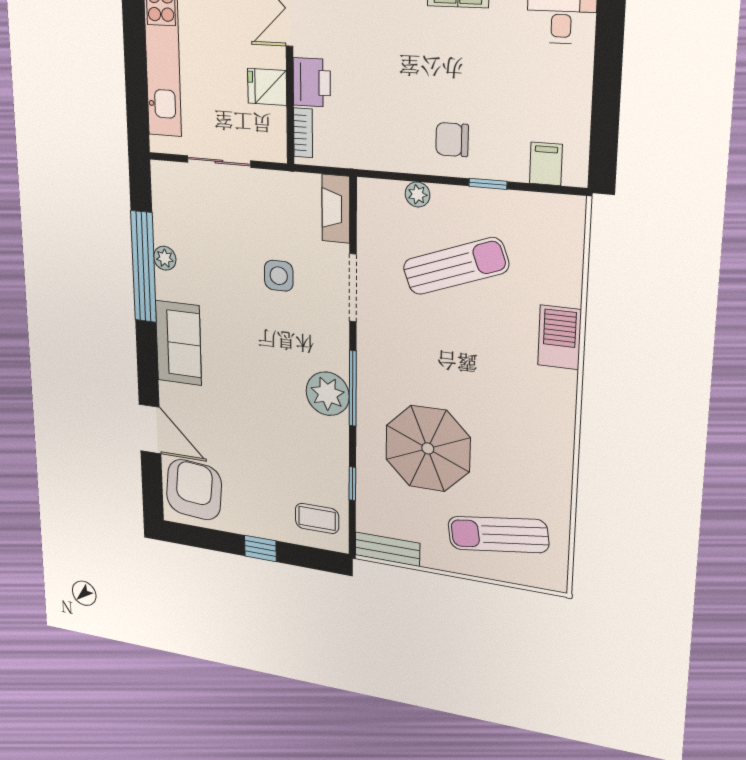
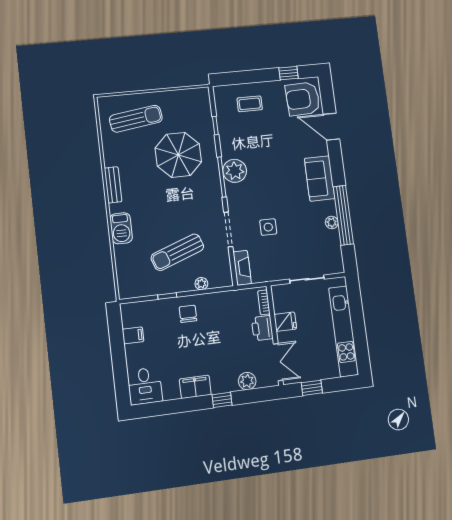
chair: (452, 140) -> (188, 314), turned -90
filing cabinet: (546, 164) -> (133, 335), moved, turned -90
armchair: (194, 490) -> (303, 99), turned 83
coffee table: (317, 518) -> (250, 104), moved
window: (260, 548) -> (289, 73), moved
bench: (387, 549) -> (113, 185), moved, turned 90

